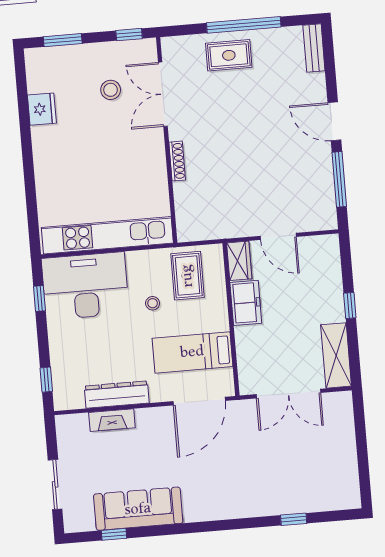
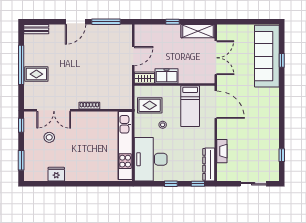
rug: (229, 55) -> (36, 74), turned 90
window: (39, 299) -> (171, 184), moved
dresser: (117, 395) -> (209, 164), moved
sofa: (138, 509) -> (267, 56), moved, width x1.36, depth x1.27

